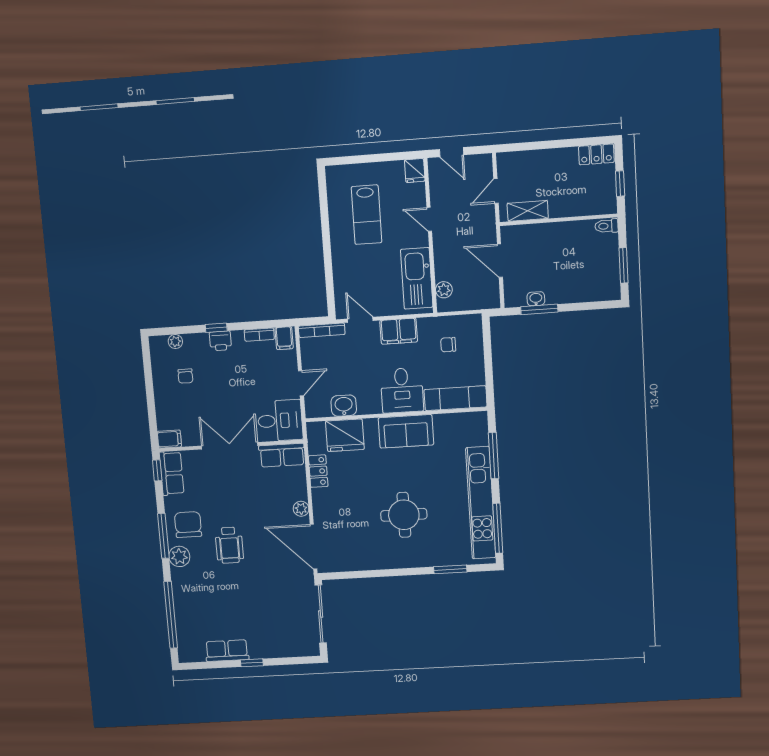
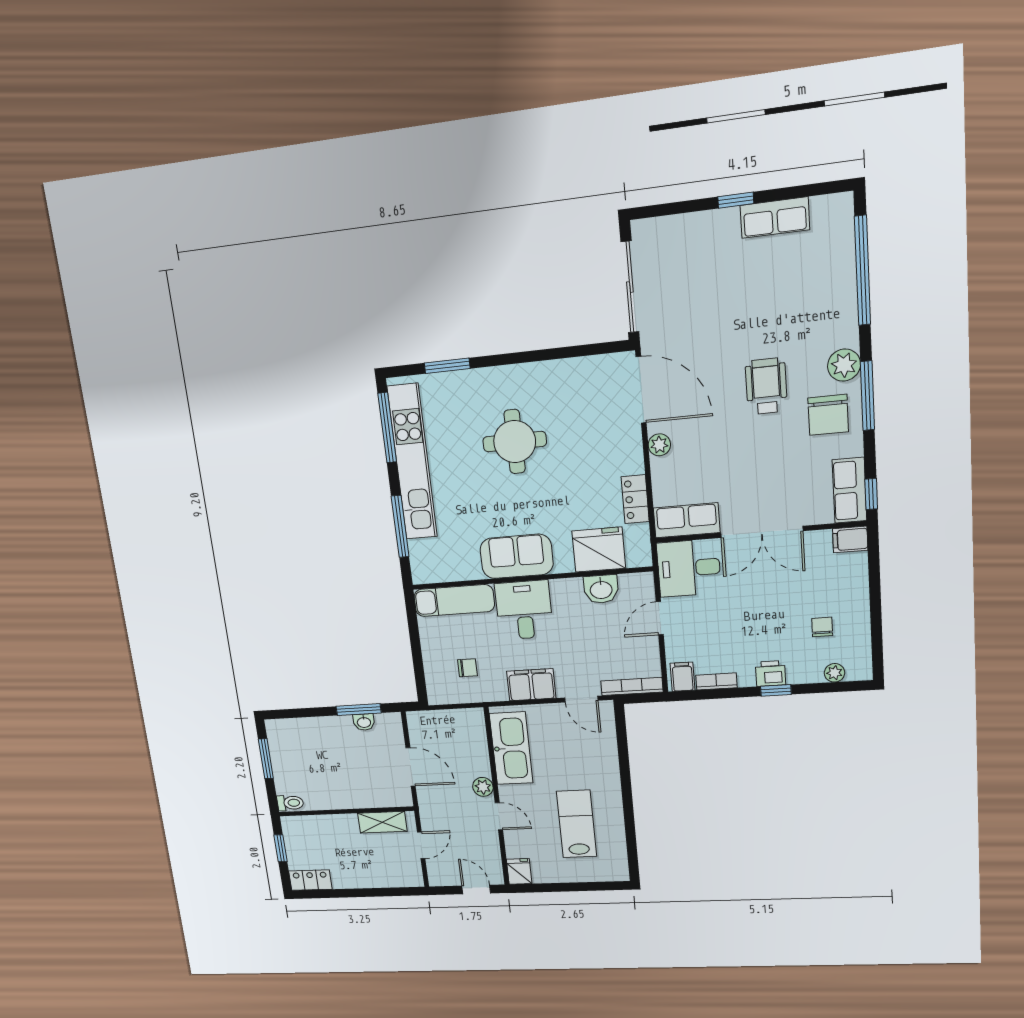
plant: (444, 290) -> (483, 787), moved

